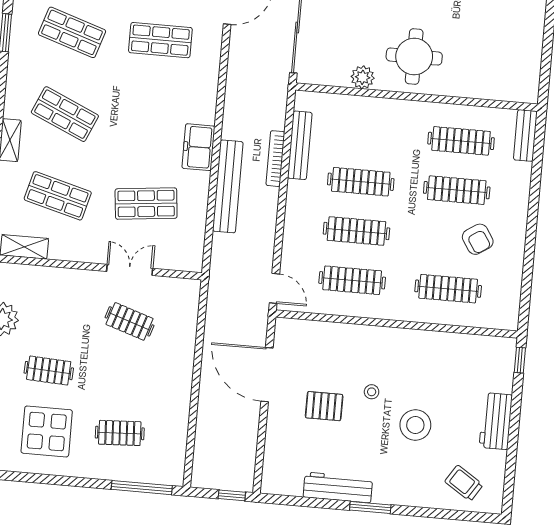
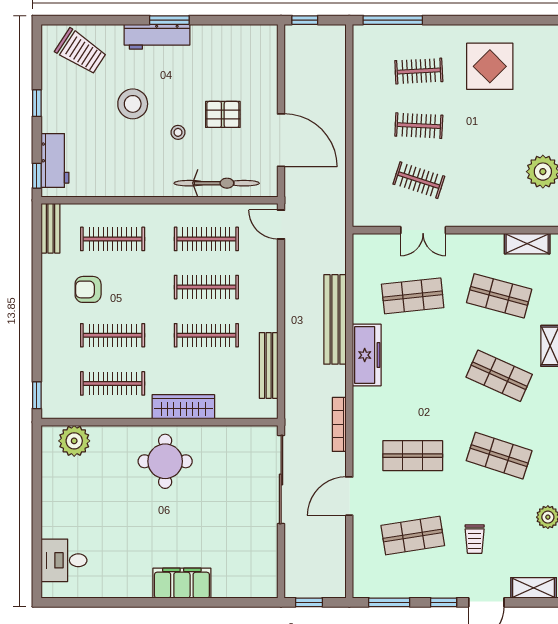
plant: (363, 77) -> (74, 441), moved, width x1.36, depth x1.36
wardrobe: (391, 111) -> (183, 407), added
bench: (525, 135) -> (51, 228), moved
window: (540, 136) -> (37, 395), added
freezer: (198, 147) -> (367, 355), width x1.40
bookcase: (275, 159) -> (339, 424), moved, turned 180
armchair: (478, 239) -> (88, 289), turned -57
bicycle: (337, 336) -> (217, 183), added
clothes rail: (49, 371) -> (419, 126), moved
workbench: (496, 421) -> (55, 160), moved
window: (513, 434) -> (37, 103), added
trolley: (464, 483) -> (81, 52), width x1.36, depth x1.39
workbench: (338, 488) -> (157, 37), moved

